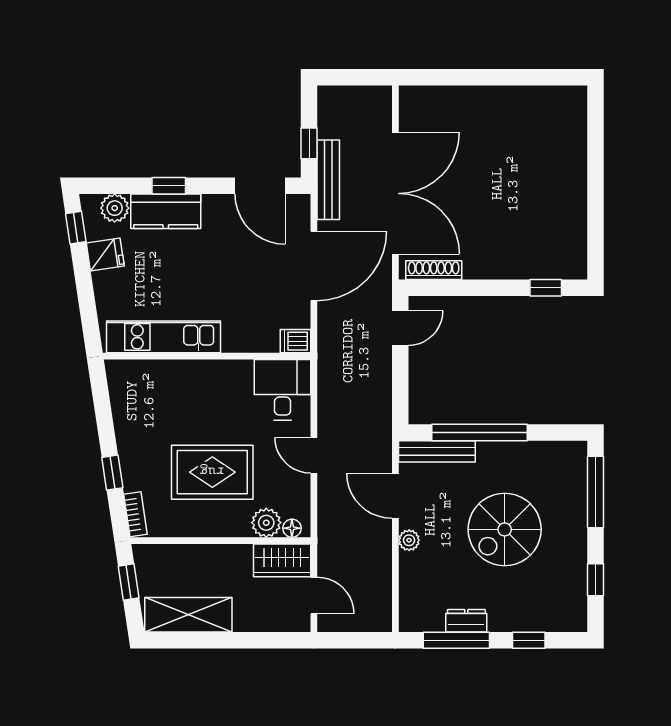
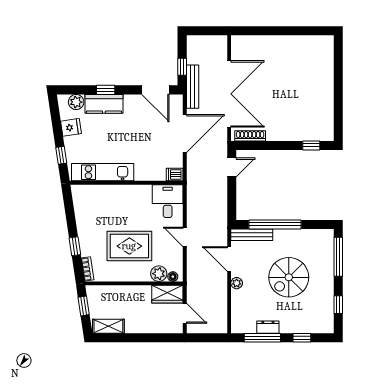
window: (76, 228) -> (61, 155), moved
shelving: (188, 615) -> (108, 326), width x0.67, depth x0.75

